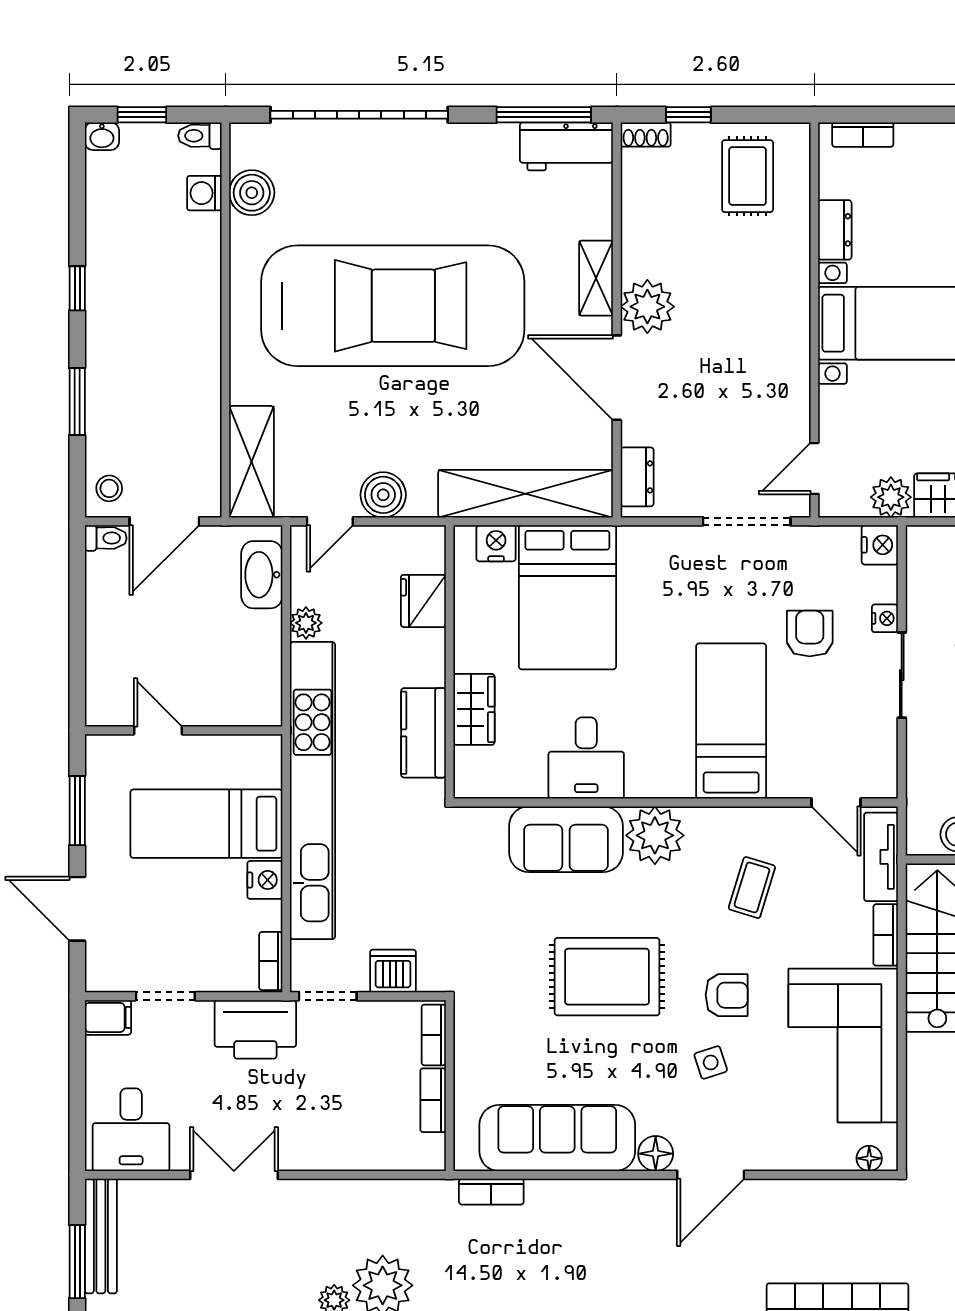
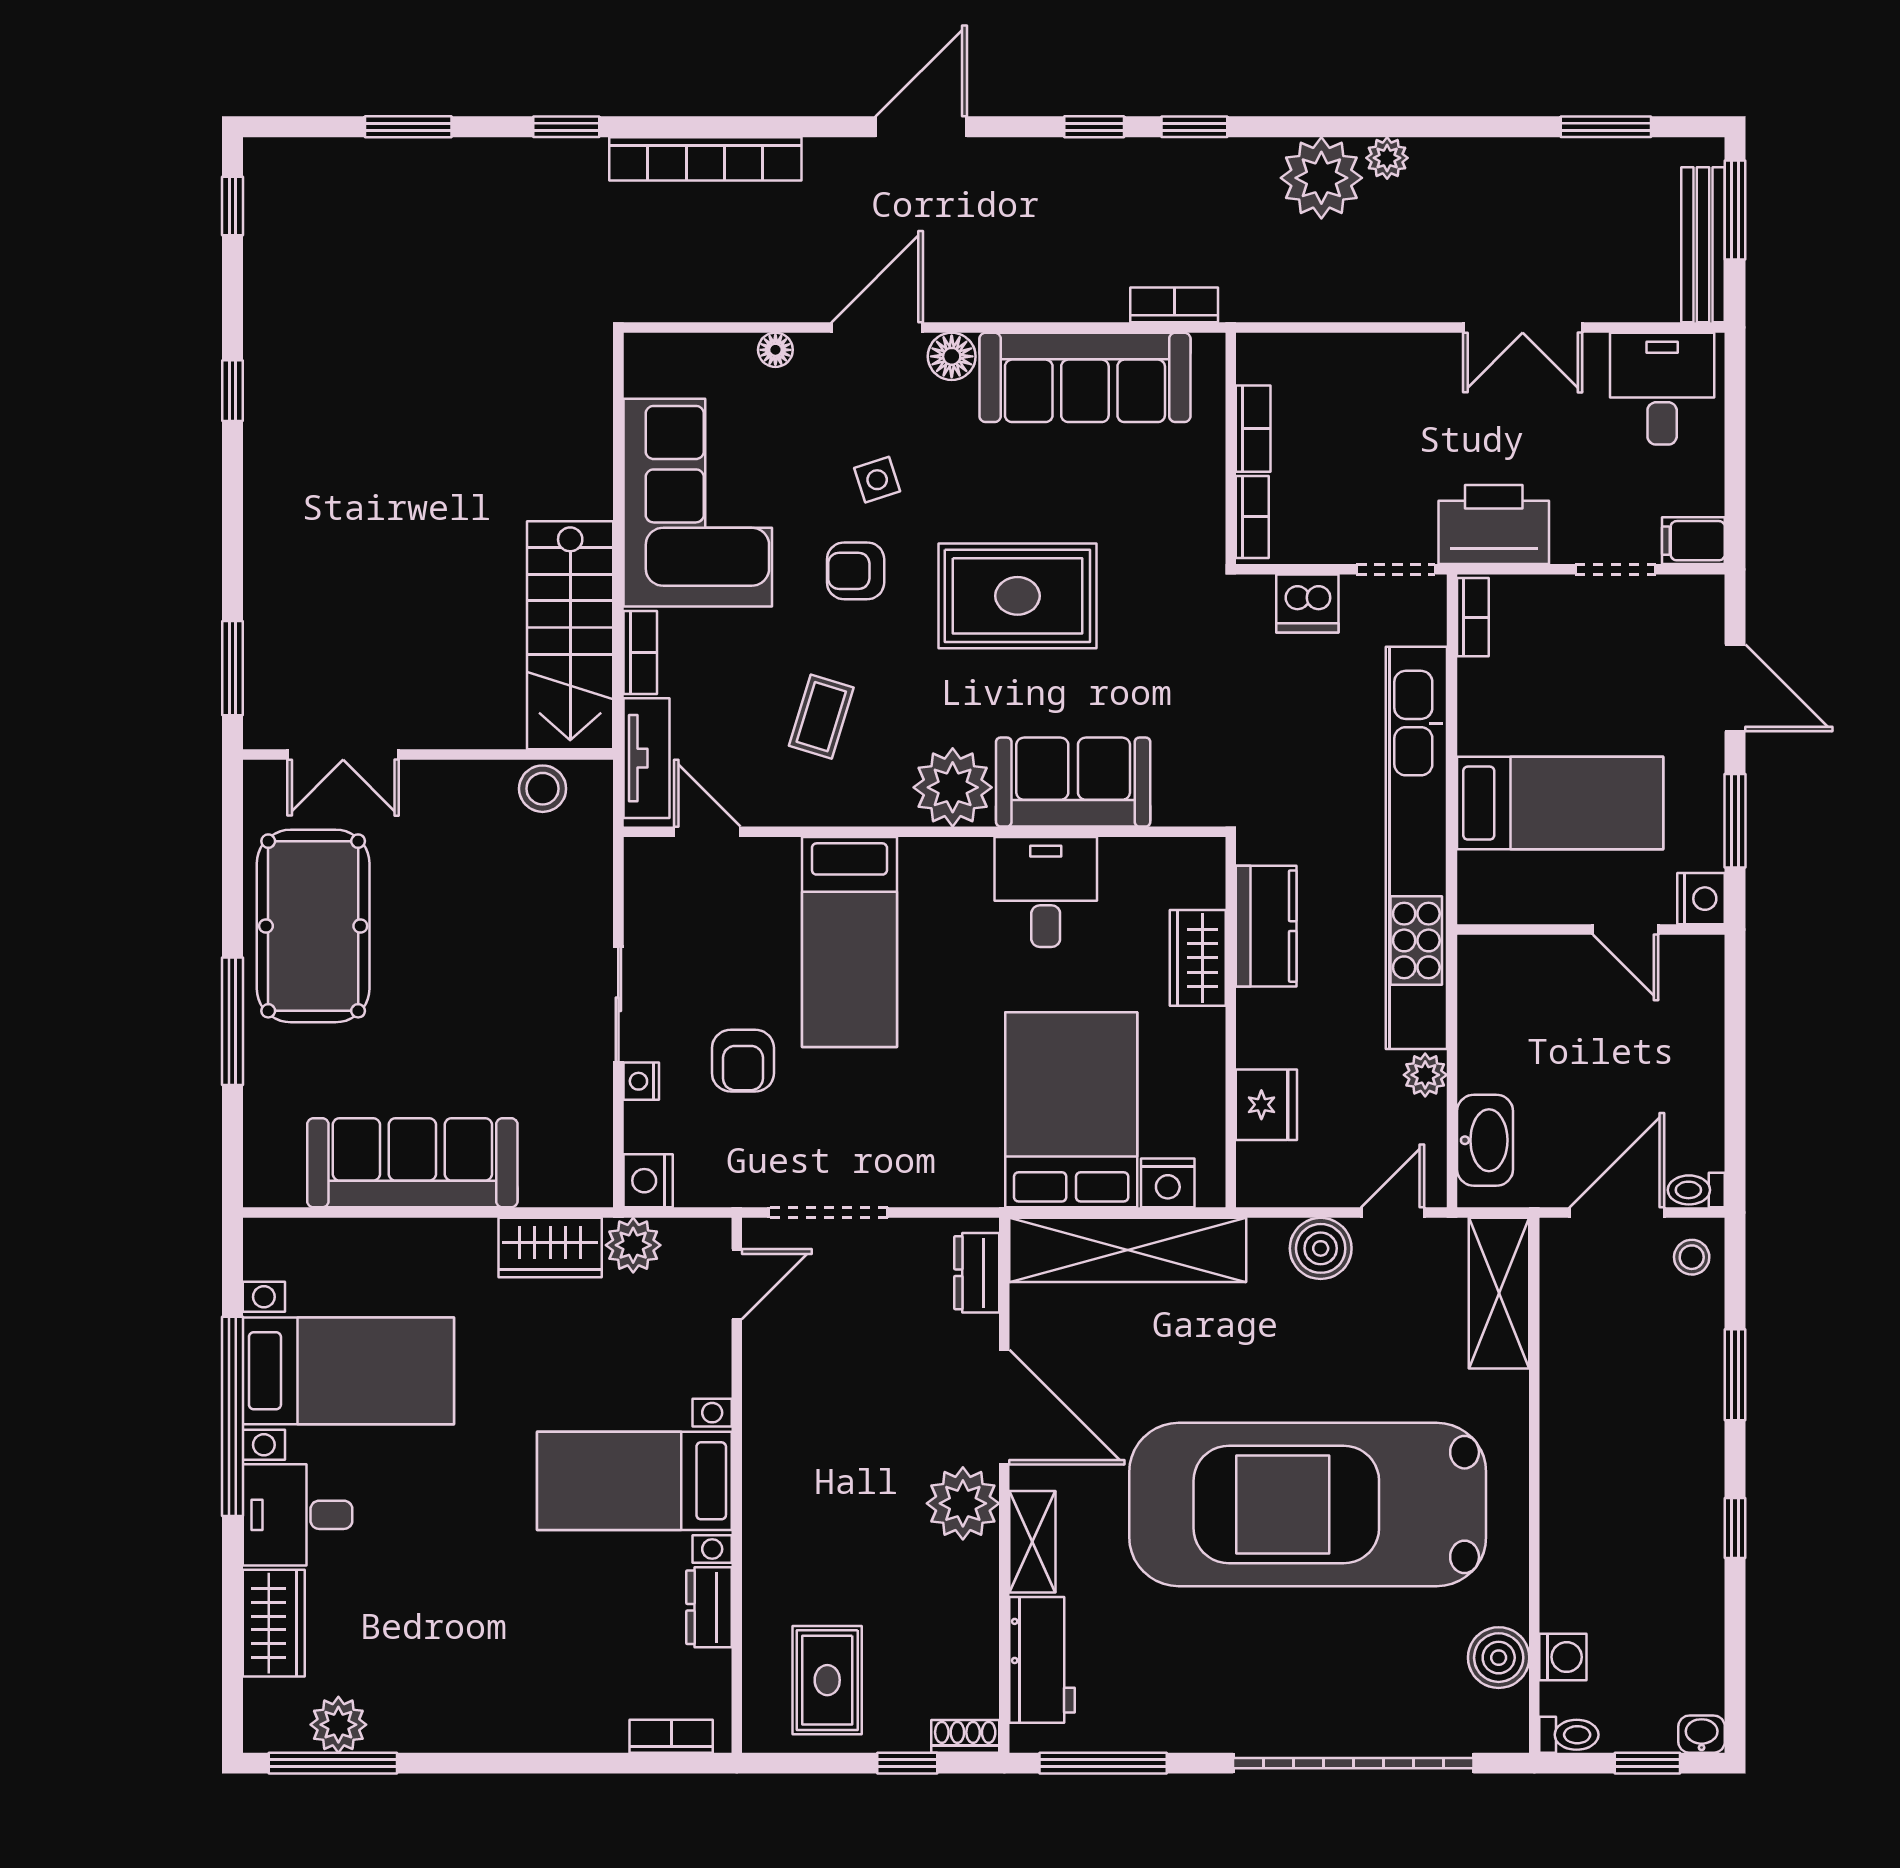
workbench: (566, 146) -> (1042, 1660), moved, turned 90
nightstand: (265, 880) -> (1701, 899), moved, turned 180
floor lamp: (869, 1158) -> (775, 350), moved

